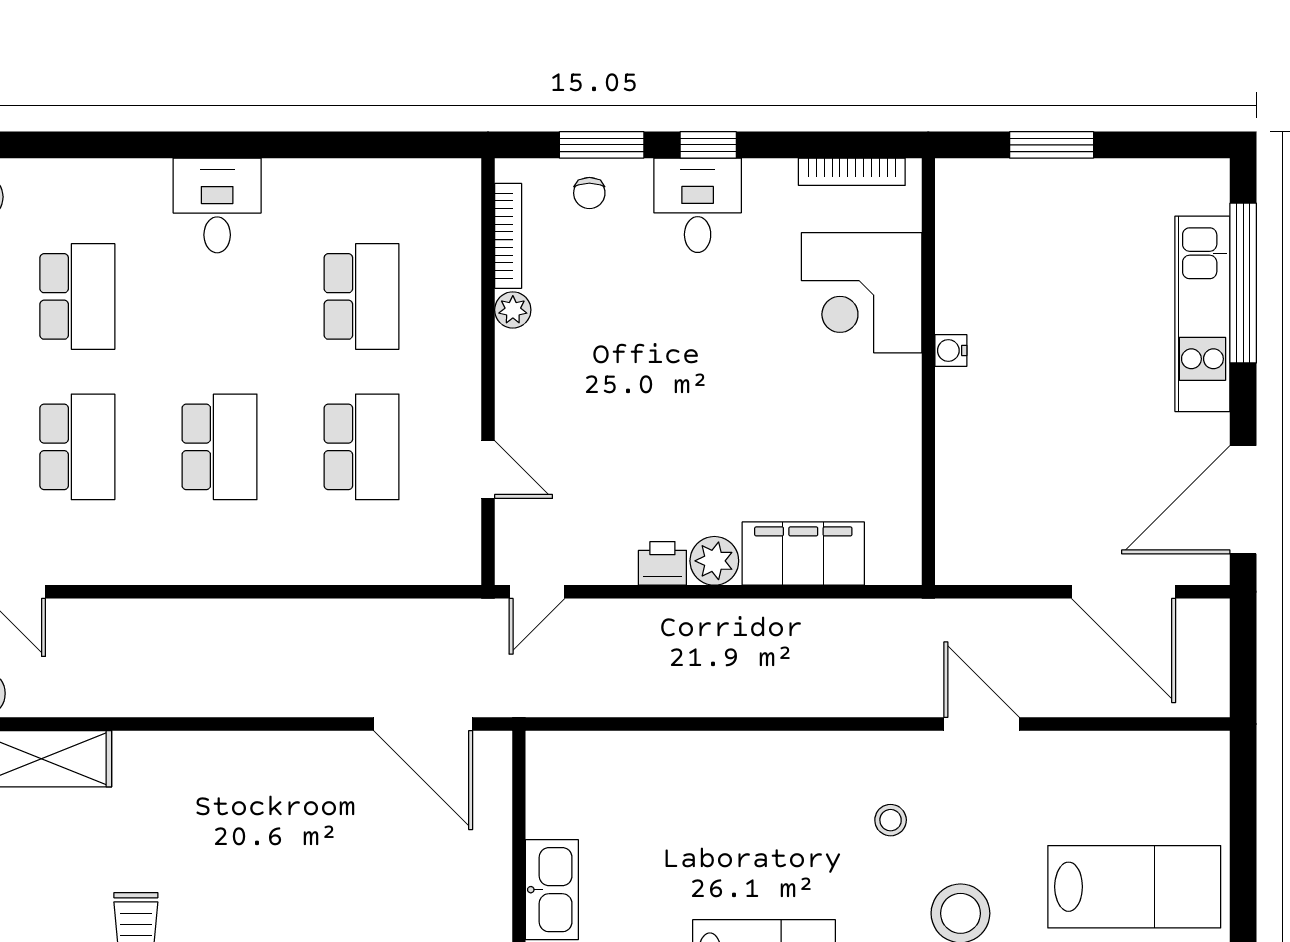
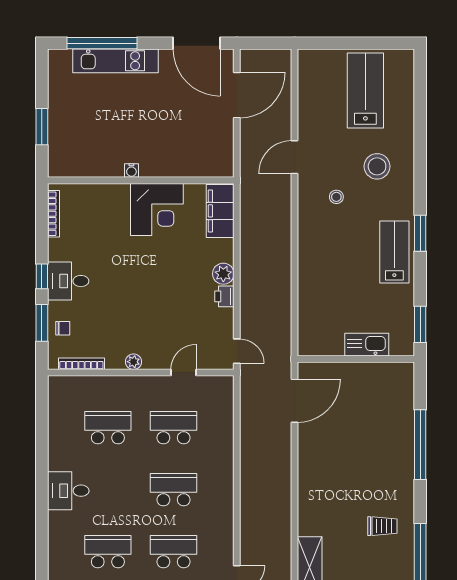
corner desk: (862, 293) -> (157, 209), moved
plant: (513, 310) -> (133, 362), moved
filing cabinet: (803, 554) -> (220, 211), moved

